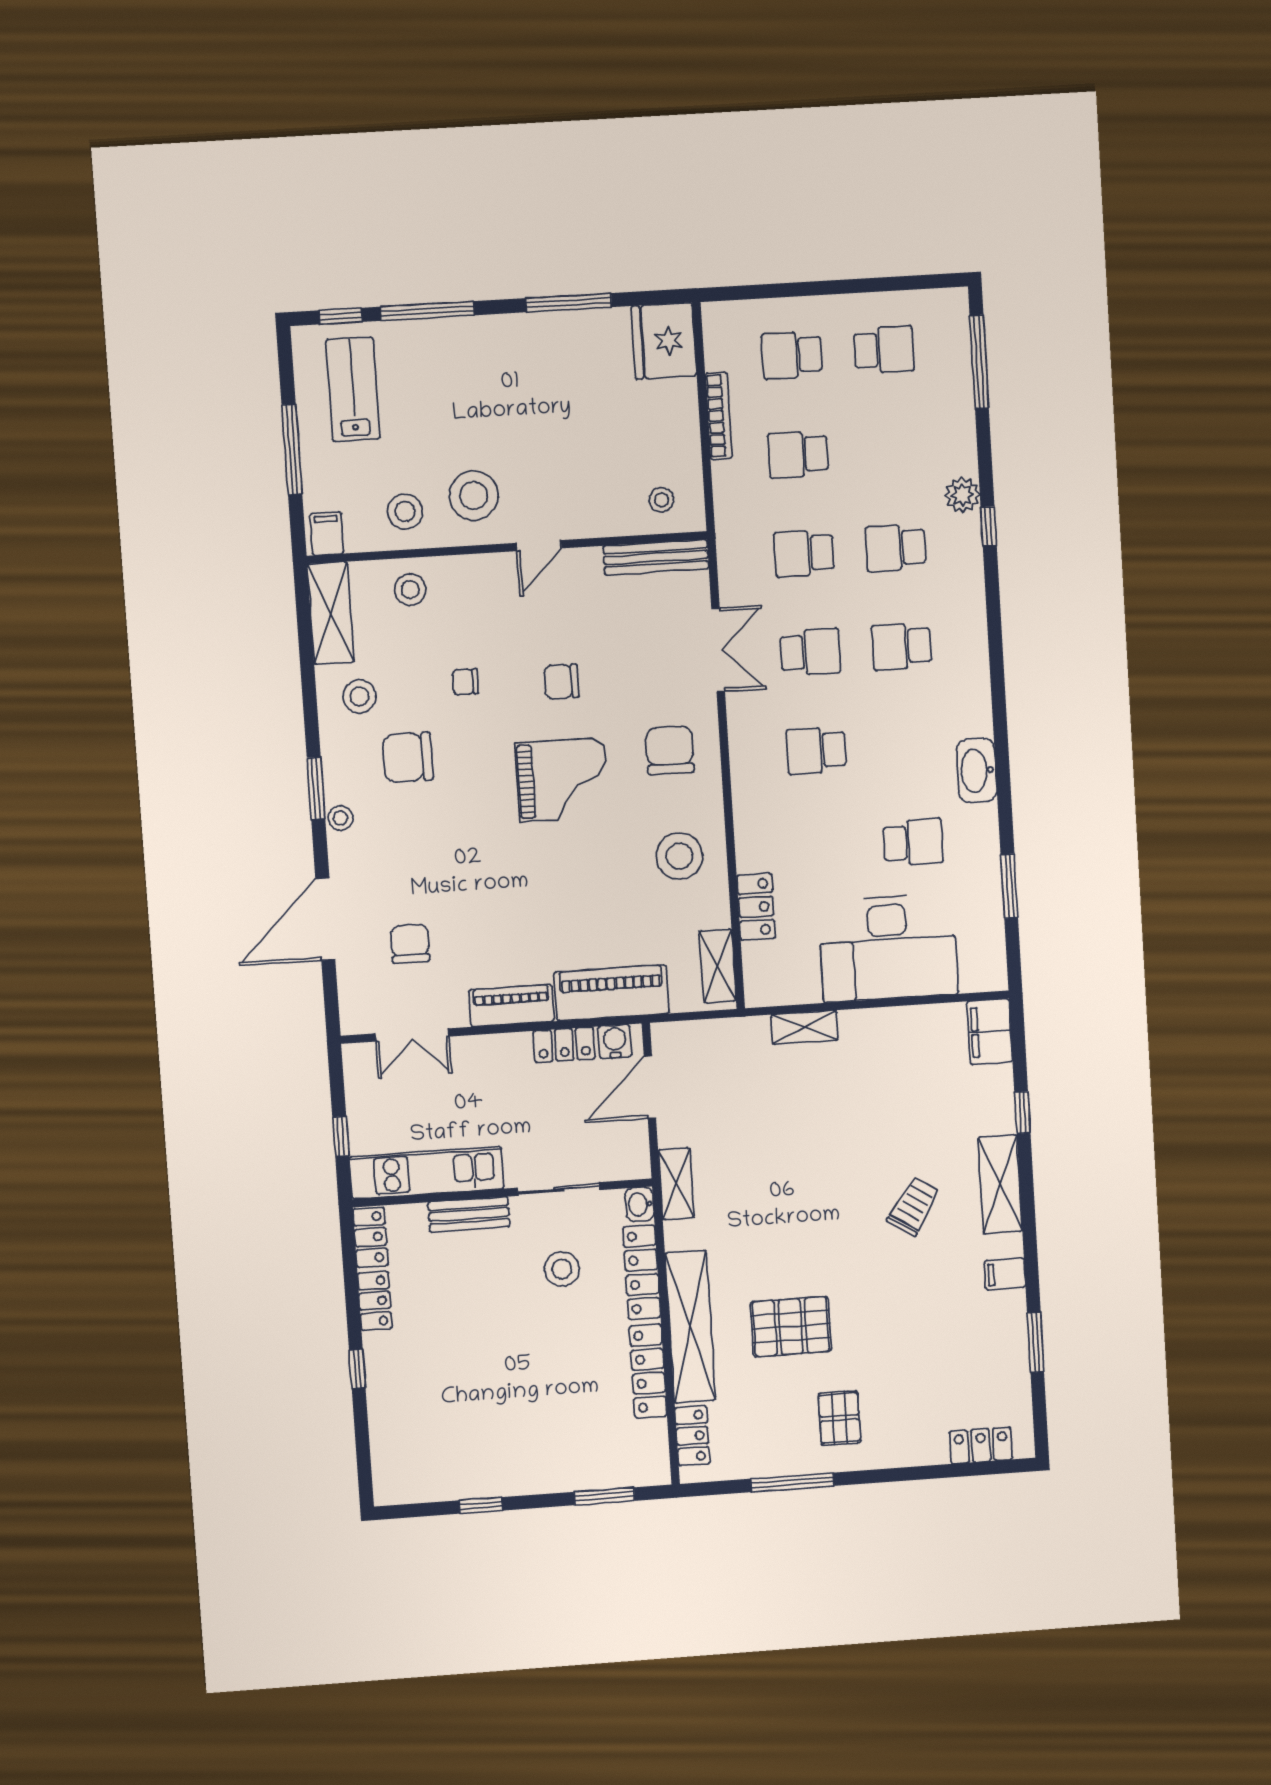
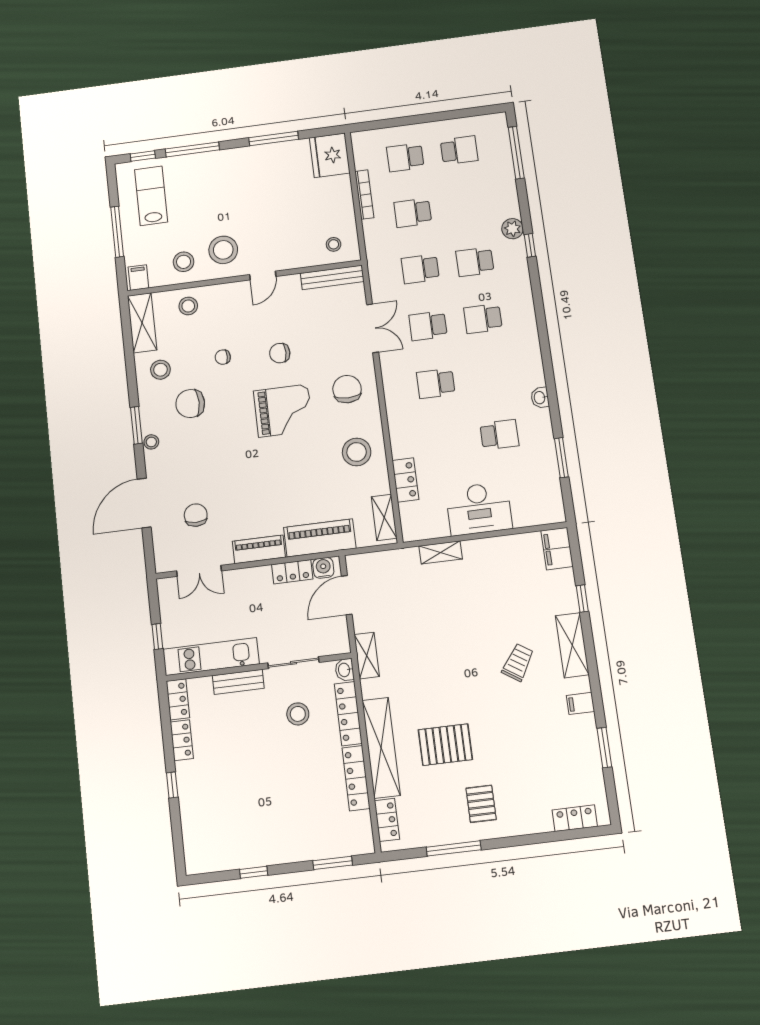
school desk: (810, 652) -> (428, 326), turned 180
washbasin: (977, 770) -> (540, 398), width x0.52, depth x0.69
desk: (888, 948) -> (479, 509), width x0.73, depth x0.77

